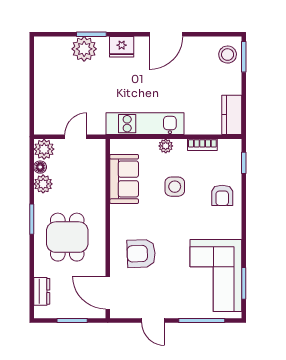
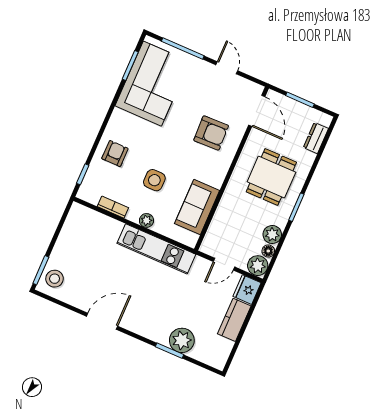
fridge: (122, 47) -> (247, 290), moved, turned -90
kitchen counter: (232, 115) -> (234, 320), moved, turned 180

